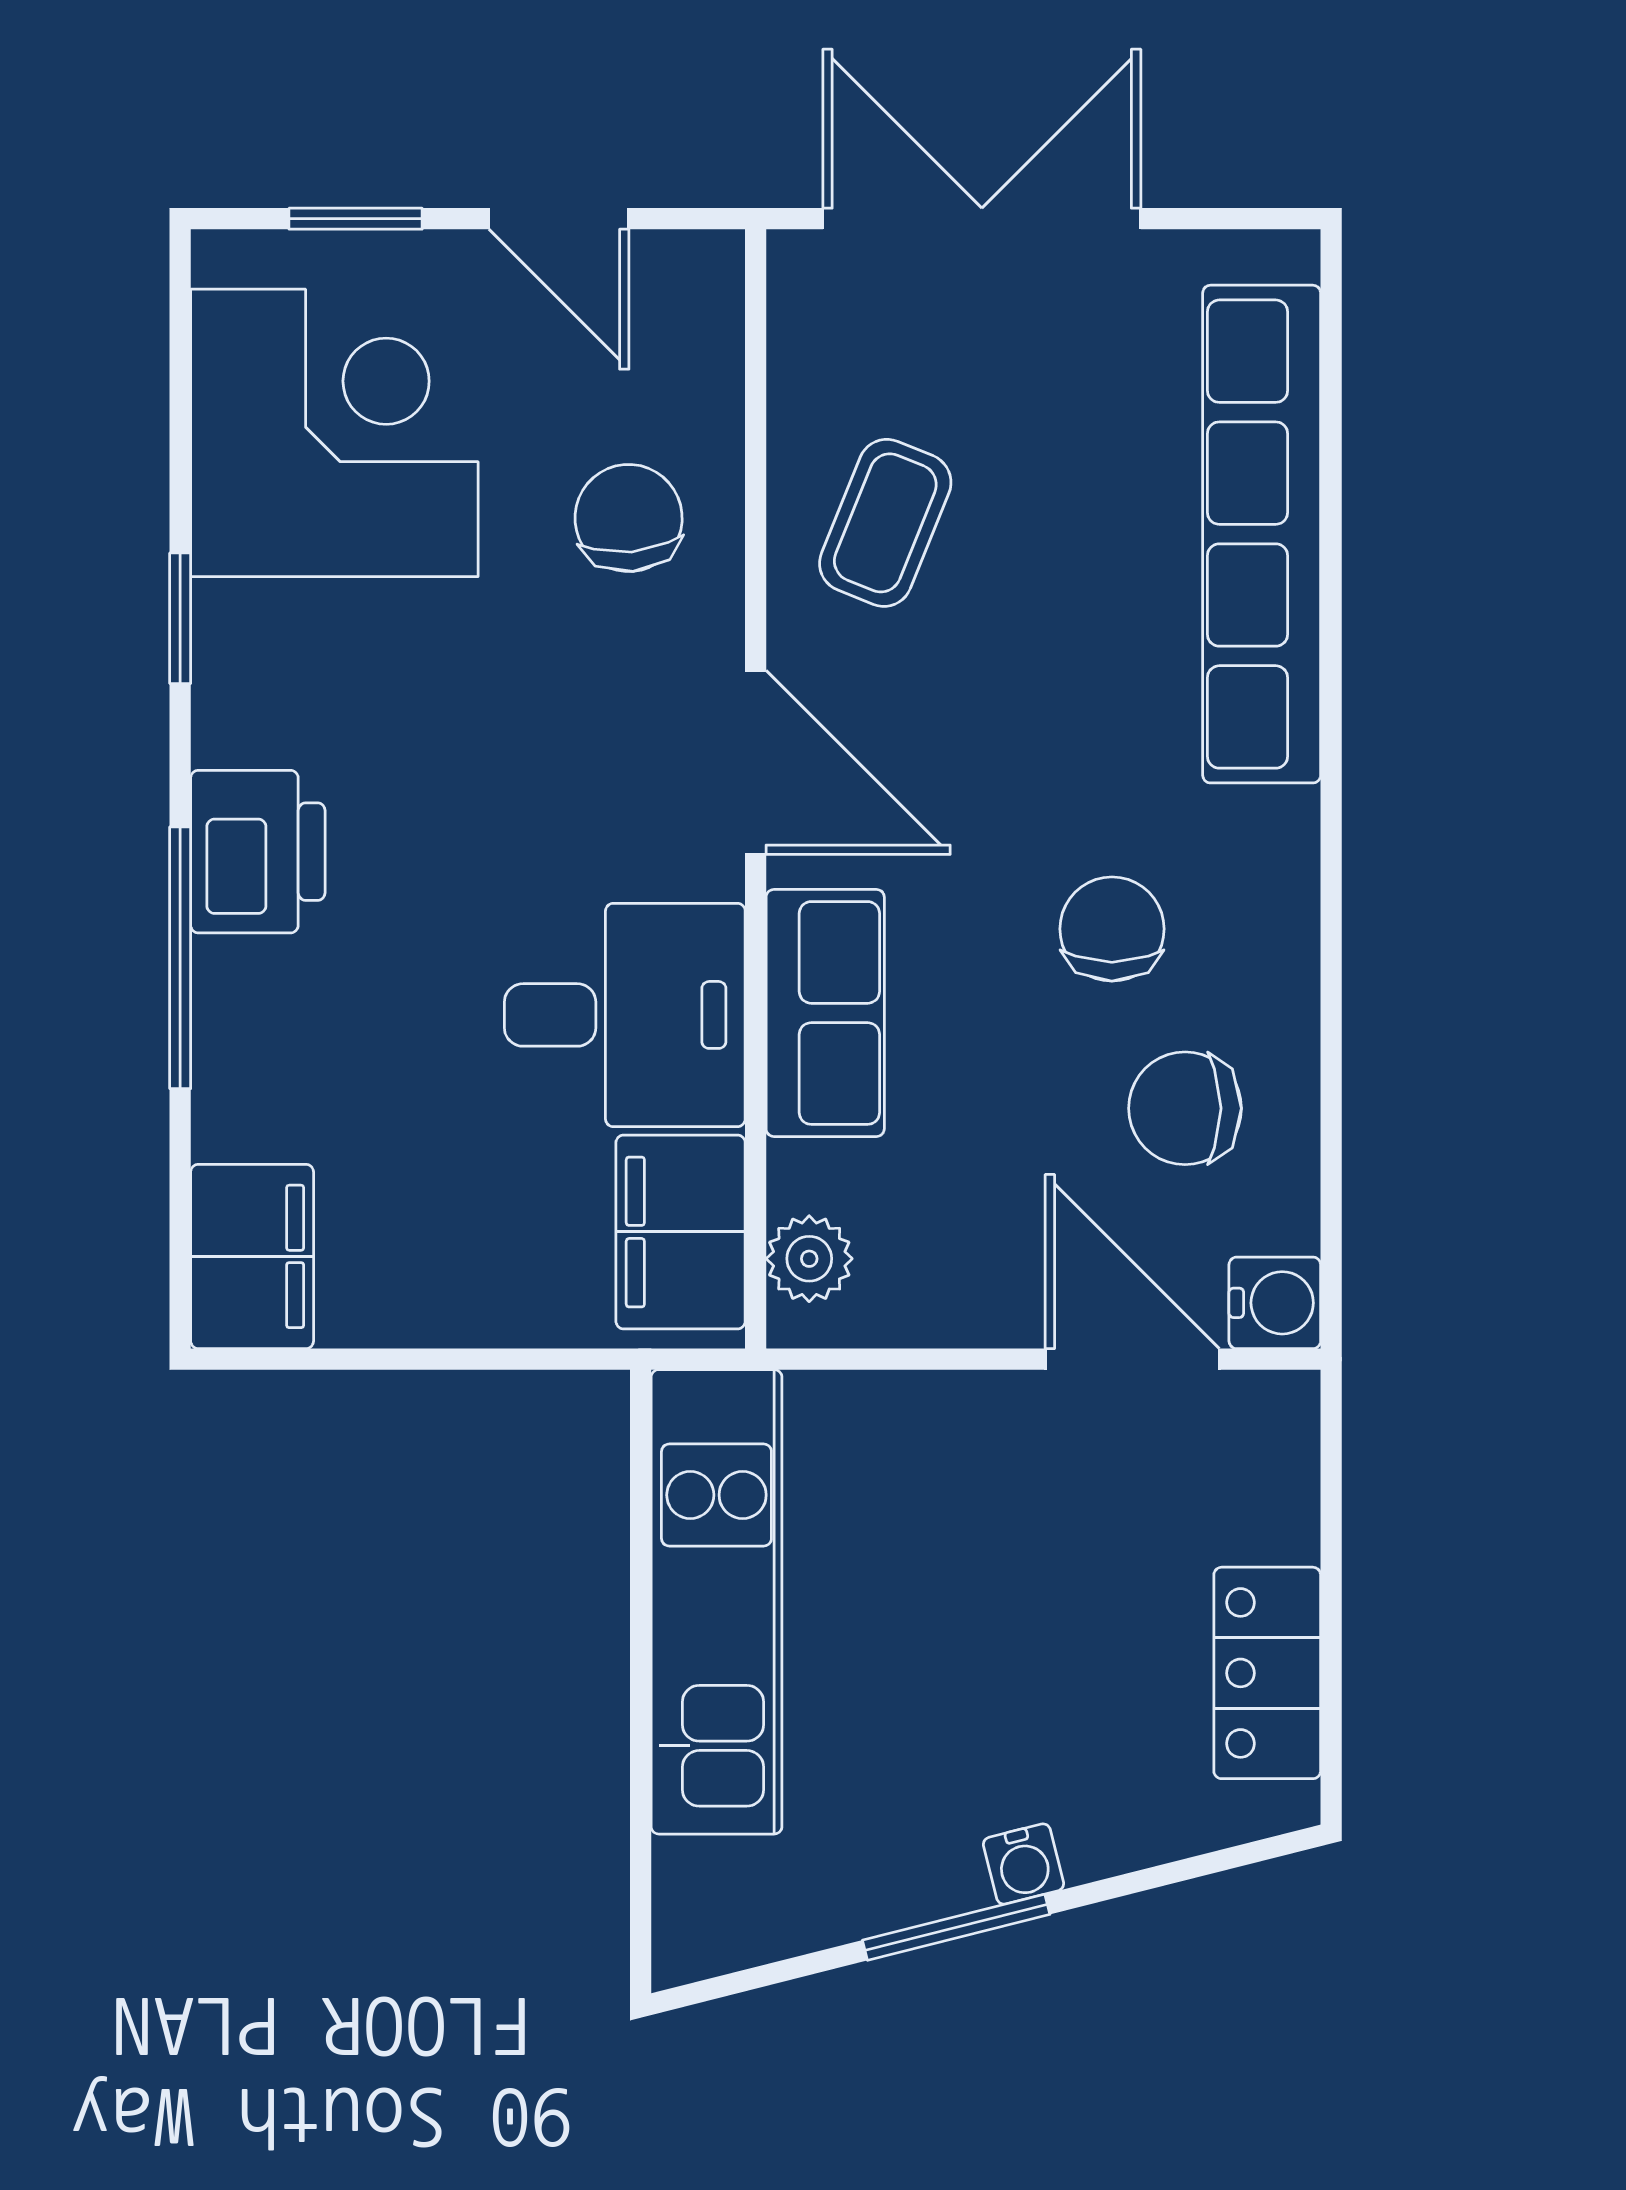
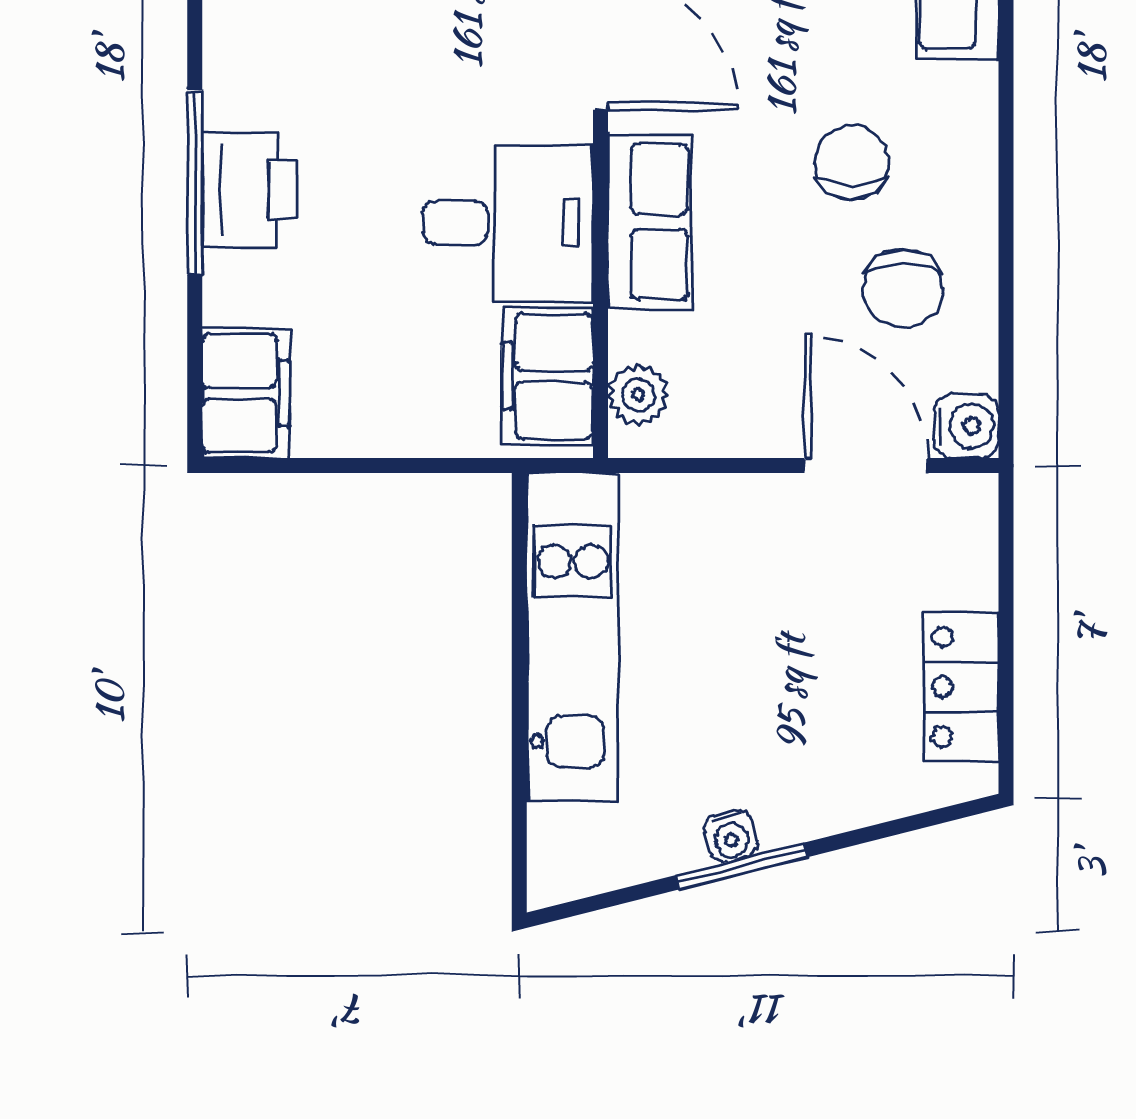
printer: (258, 852) -> (250, 190), moved
chair: (1185, 1108) -> (903, 289), turned -90
water cooler: (1023, 1864) -> (731, 836), moved

